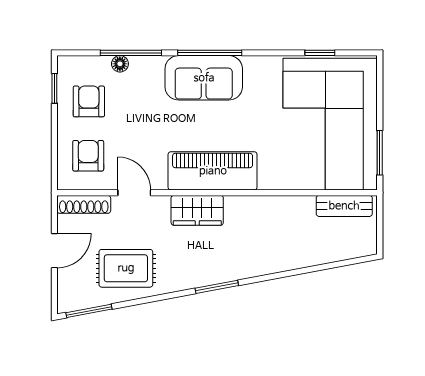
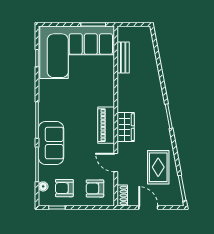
floor lamp: (120, 64) -> (43, 186), moved
sofa: (204, 78) -> (51, 143), moved
piano: (213, 171) -> (106, 125), width x0.73, depth x0.75
door: (134, 193) -> (116, 163), hinge flipped
shoe rack: (84, 204) -> (122, 195), width x0.70
bench: (344, 206) -> (123, 57), moved

